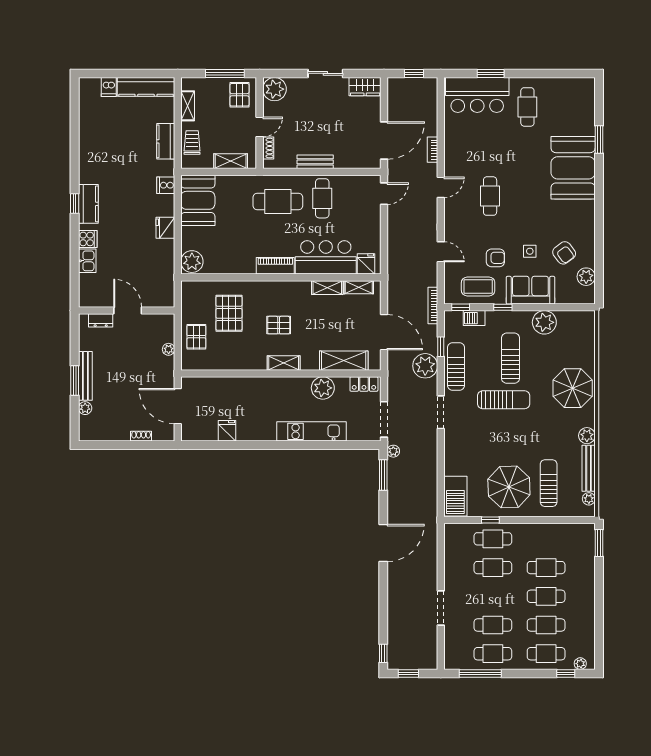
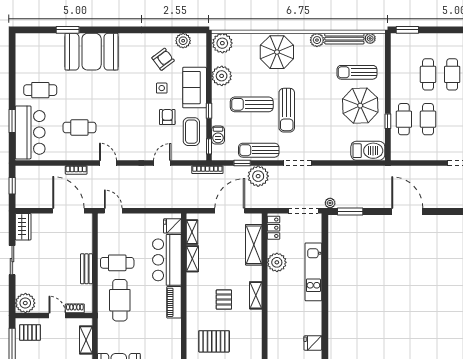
cafe table: (490, 196) -> (79, 127), moved
plant: (583, 323) -> (222, 43), added
sun lounger: (504, 400) -> (287, 110), turned 180

